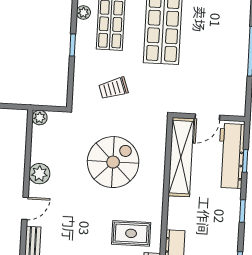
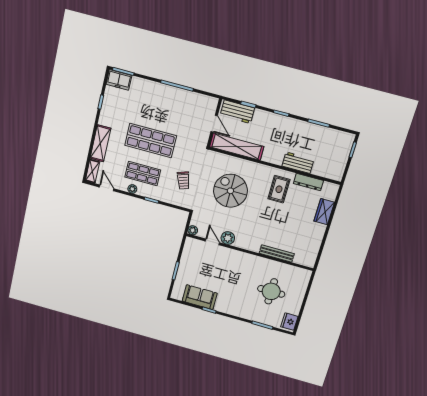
workbench: (231, 156) -> (237, 112), width x0.73
door: (25, 208) -> (212, 242), moved

